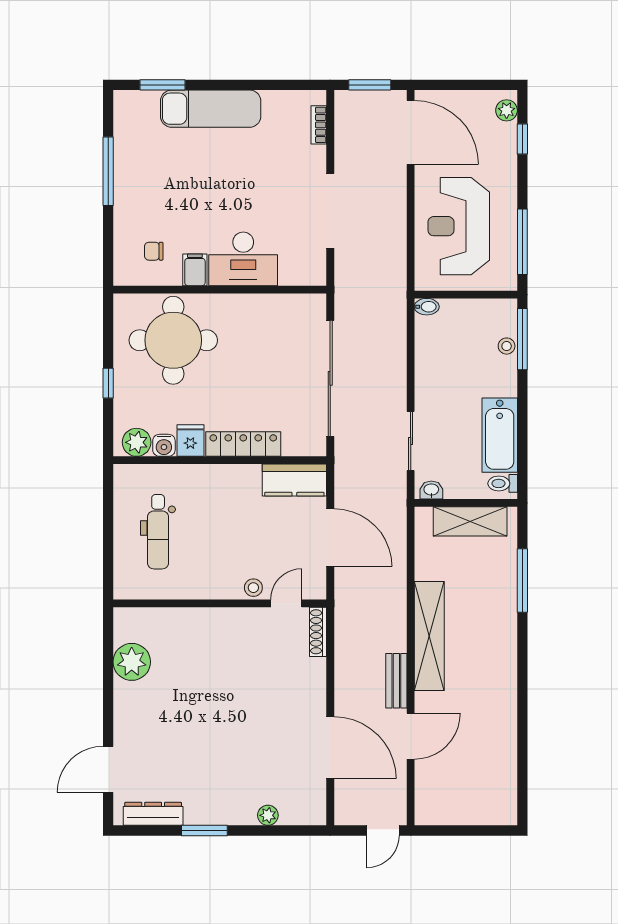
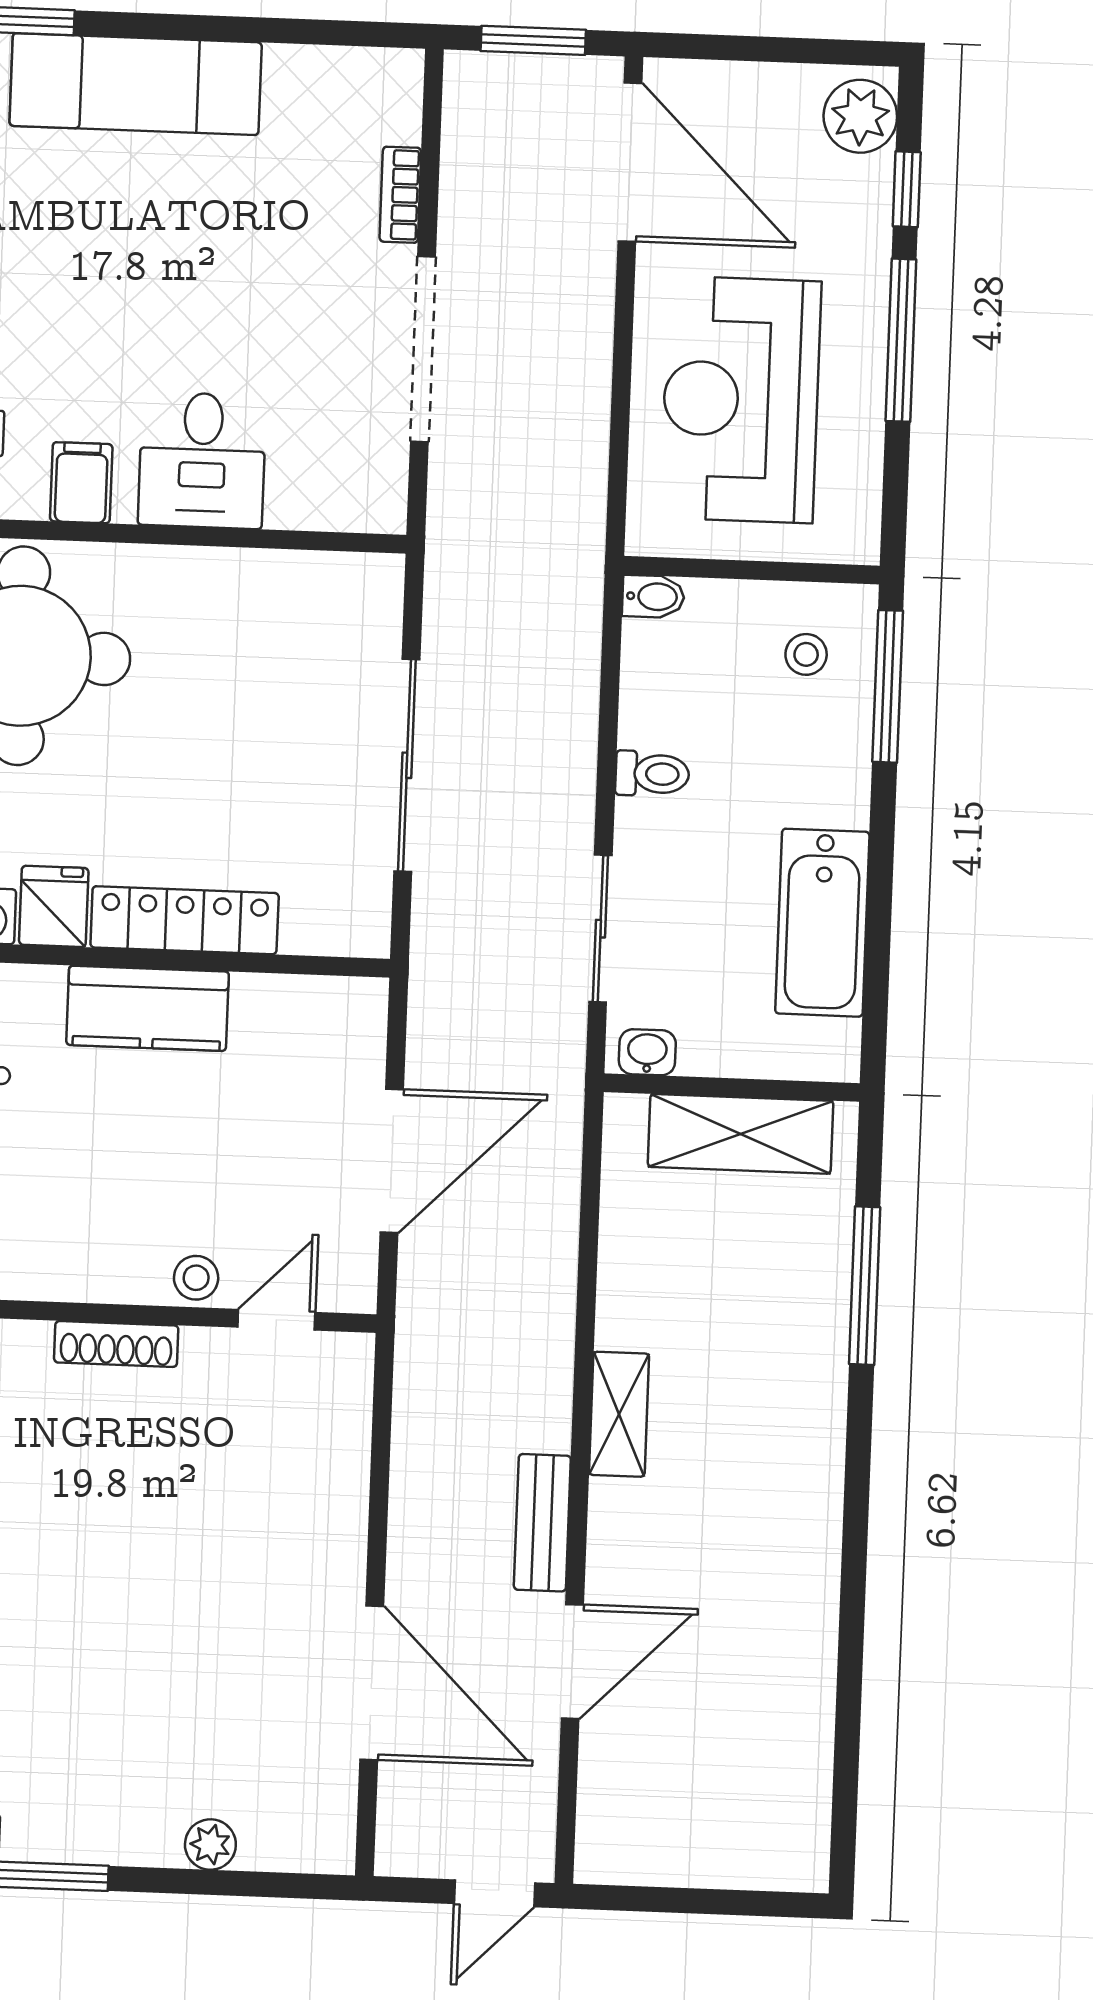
plant: (507, 110) -> (860, 116), width x1.38, depth x1.38
bookcase: (319, 125) -> (400, 195), moved
window: (522, 242) -> (901, 340), moved
desk: (243, 259) -> (202, 460), width x0.73
stool: (507, 346) -> (806, 654), moved
sliding door: (330, 378) -> (407, 765), width x0.73
kitchen counter: (294, 480) -> (148, 1008), moved
toilet: (503, 483) -> (652, 774), moved, turned 180
door: (330, 538) -> (392, 1161), hinge flipped
shoe rack: (318, 632) -> (116, 1344), moved, turned -90
shelving: (429, 636) -> (619, 1414), width x0.45, depth x0.75

